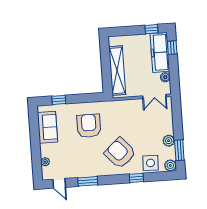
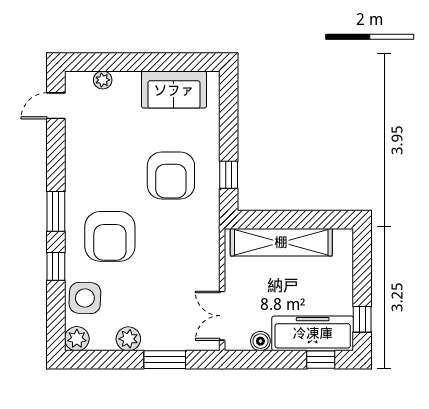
window: (59, 100) -> (229, 175), moved
armchair: (89, 126) -> (171, 175), turned 90
window: (179, 150) -> (165, 360), moved
armchair: (120, 153) -> (110, 236), turned 132
window: (88, 181) -> (56, 211), moved

